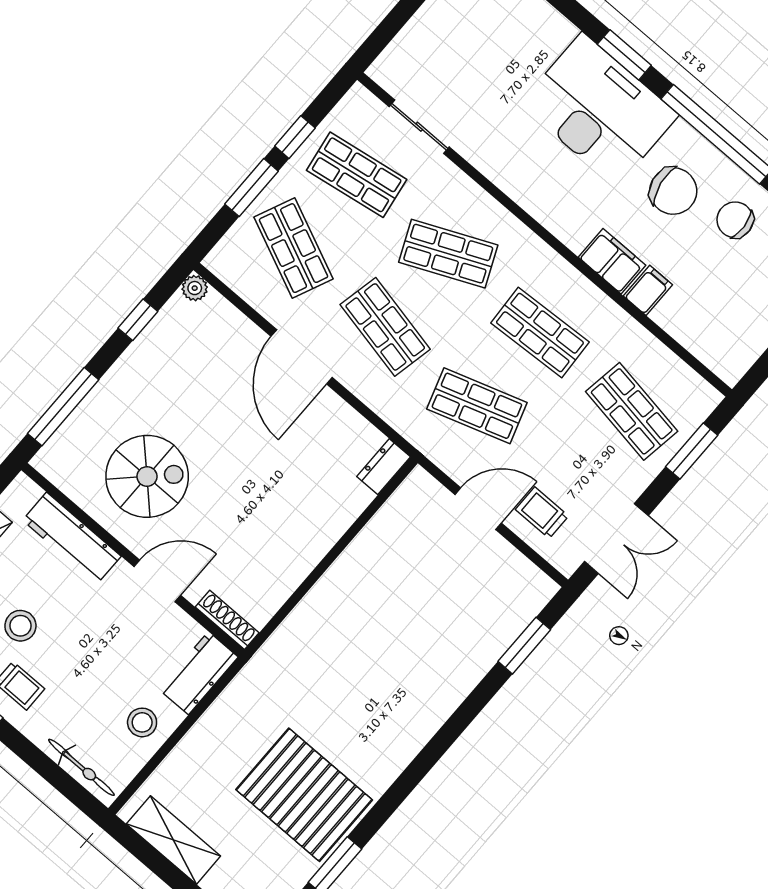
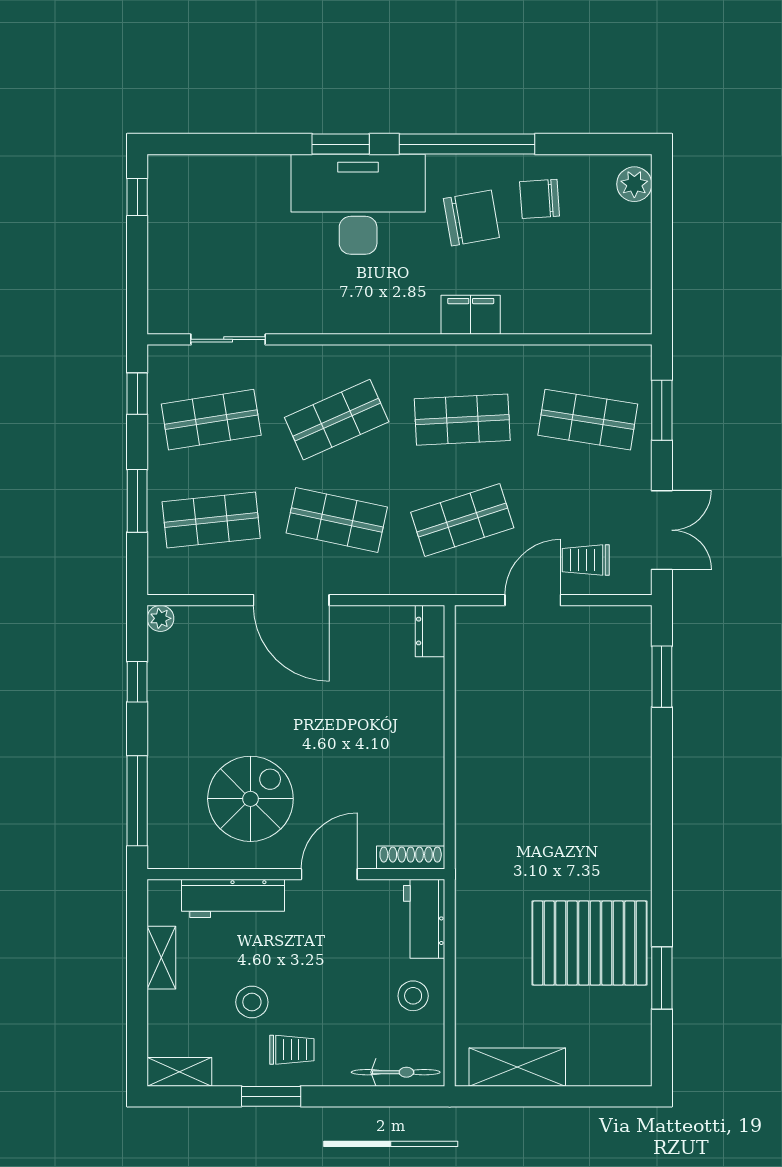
window: (295, 137) -> (137, 394), moved
shop shelf: (294, 248) -> (211, 520), turned -30
filing cabinet: (648, 290) -> (519, 313), removed

